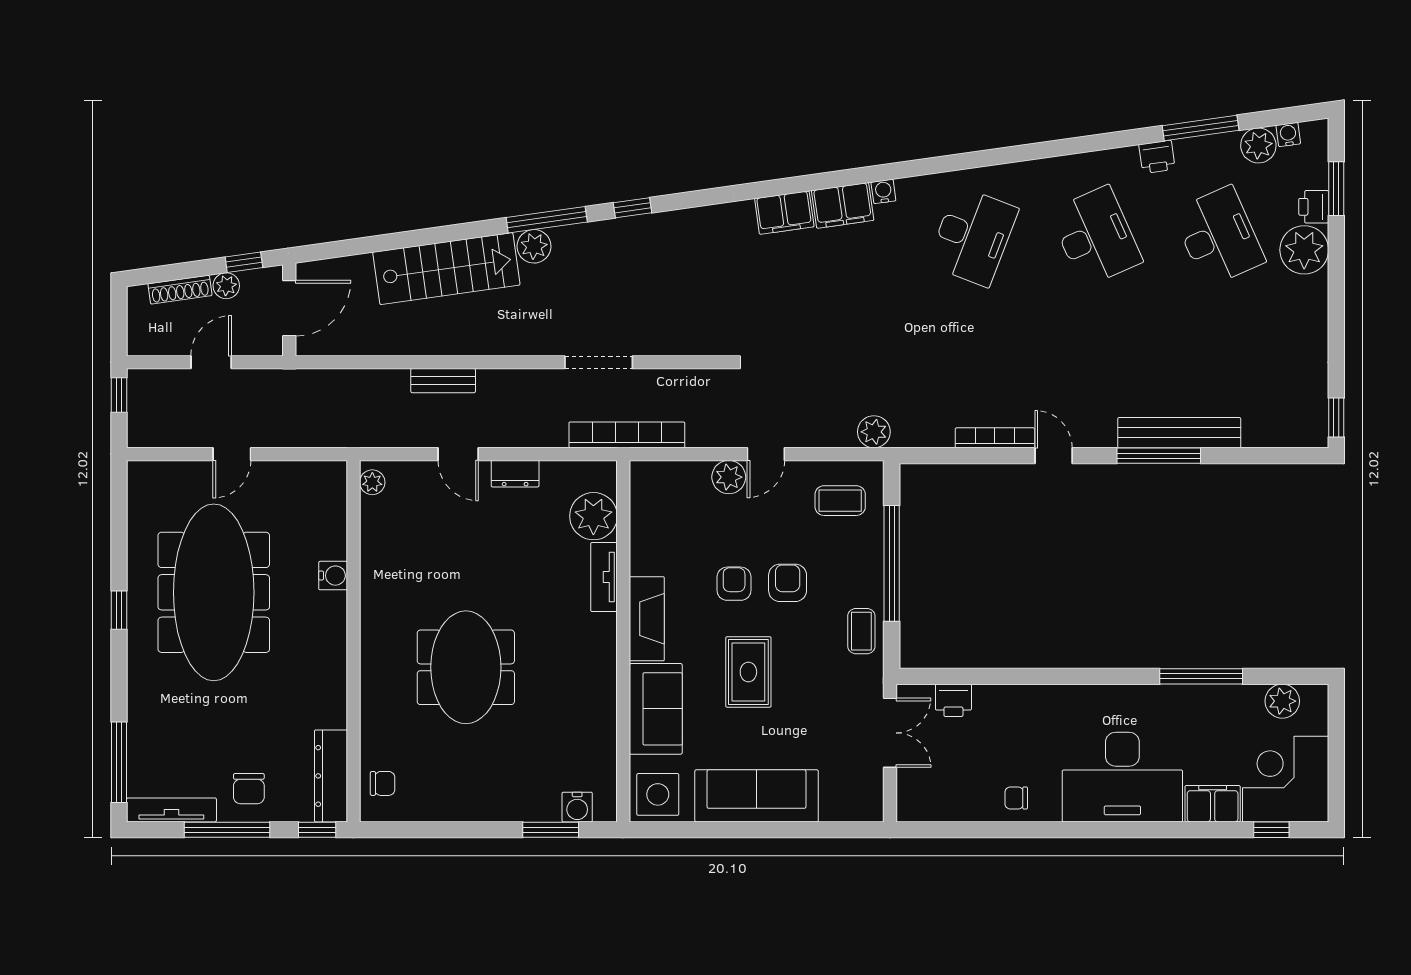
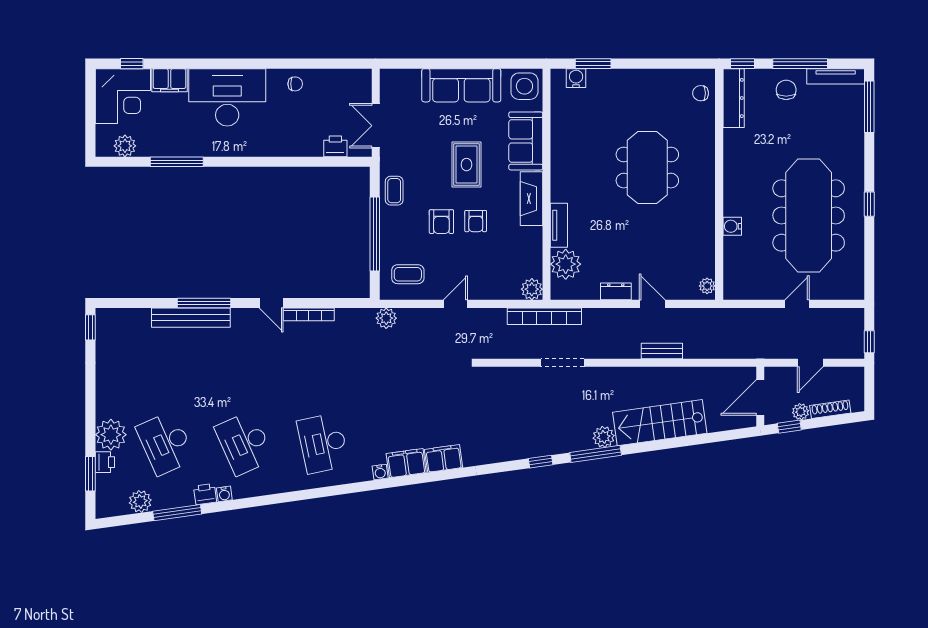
water cooler: (1288, 135) -> (224, 494), moved
desk: (973, 236) -> (323, 443), turned -33
plant: (729, 477) -> (532, 289), moved

